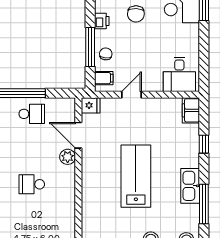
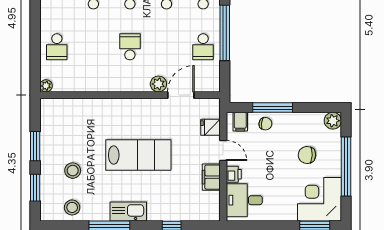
printer: (102, 21) -> (234, 174), moved, turned -90
fridge: (91, 105) -> (210, 127), moved, turned 90
filing cabinet: (191, 110) -> (211, 177), moved, turned -90

